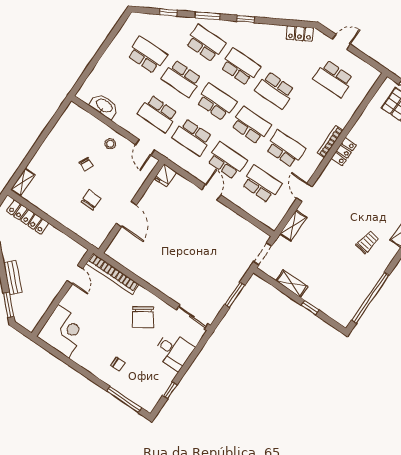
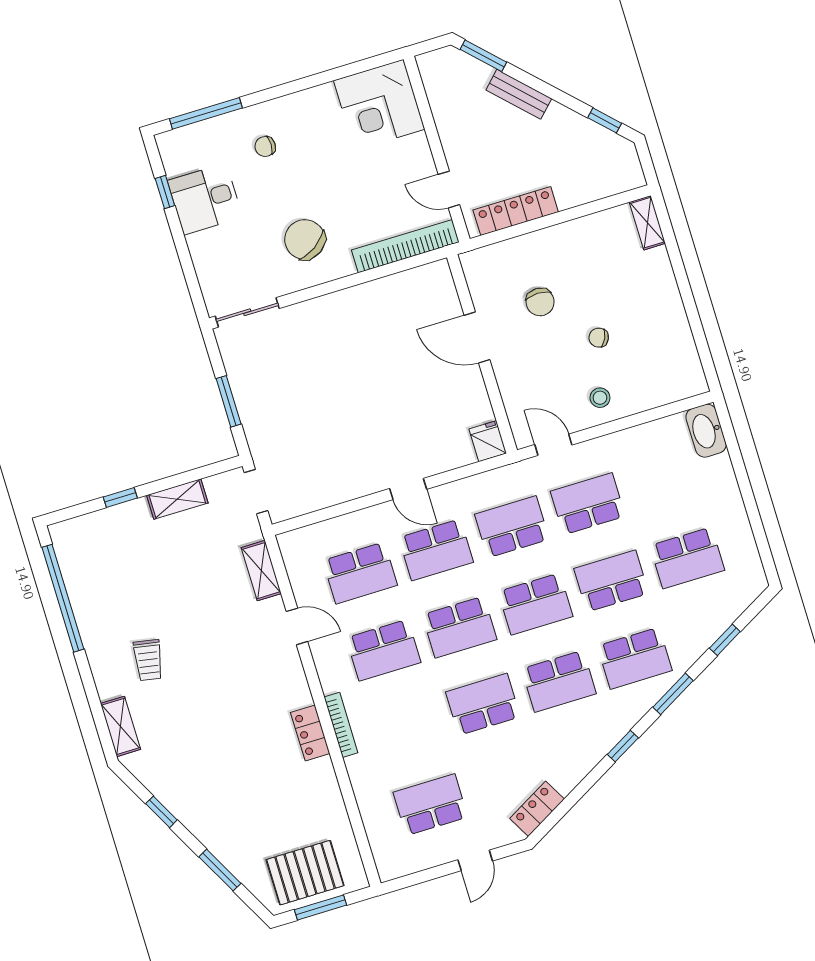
washbasin: (104, 106) -> (706, 431), moved, turned 90
locker: (28, 217) -> (516, 211), moved
desk: (174, 351) -> (205, 199), moved

